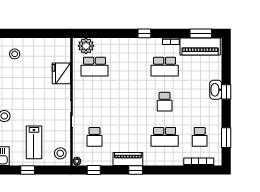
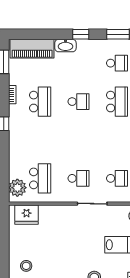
piano: (200, 47) -> (32, 49), moved, turned 90
fridge: (61, 73) -> (27, 215), moved
window: (226, 92) -> (81, 34), moved
school desk: (94, 102) -> (79, 178), added

